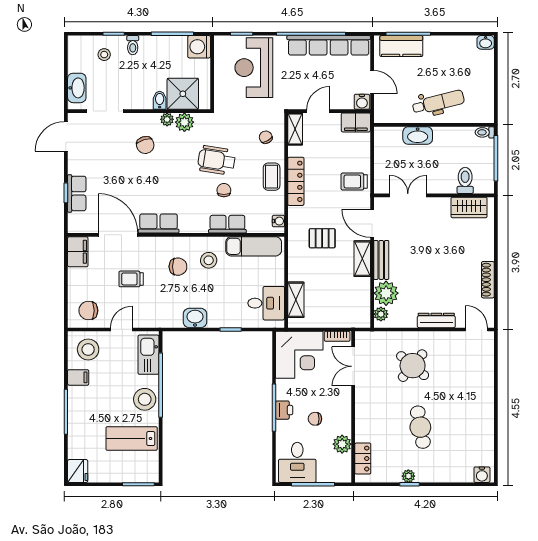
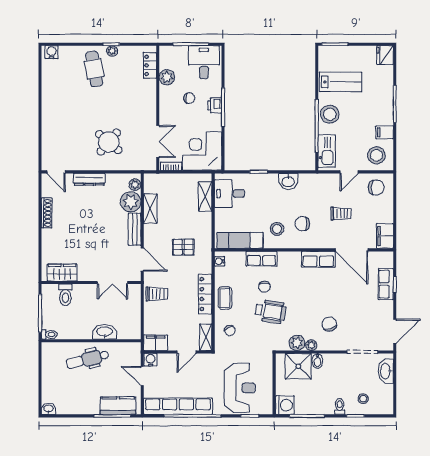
shelving: (362, 259) -> (150, 209), moved
cafe table: (420, 427) -> (94, 69), moved

